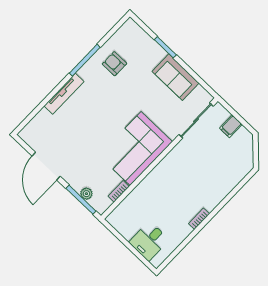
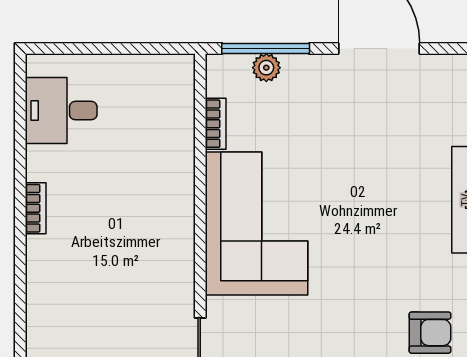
desk: (149, 241) -> (61, 111), moved, turned -90

